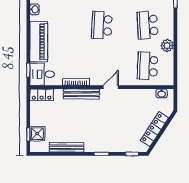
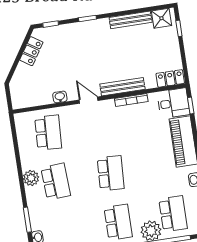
plant: (167, 46) -> (31, 178), moved
door: (111, 87) -> (89, 100), swing flipped
washbasin: (162, 93) -> (60, 97), moved
locker: (154, 129) -> (31, 51), width x0.66
shower: (37, 134) -> (161, 18), moved

